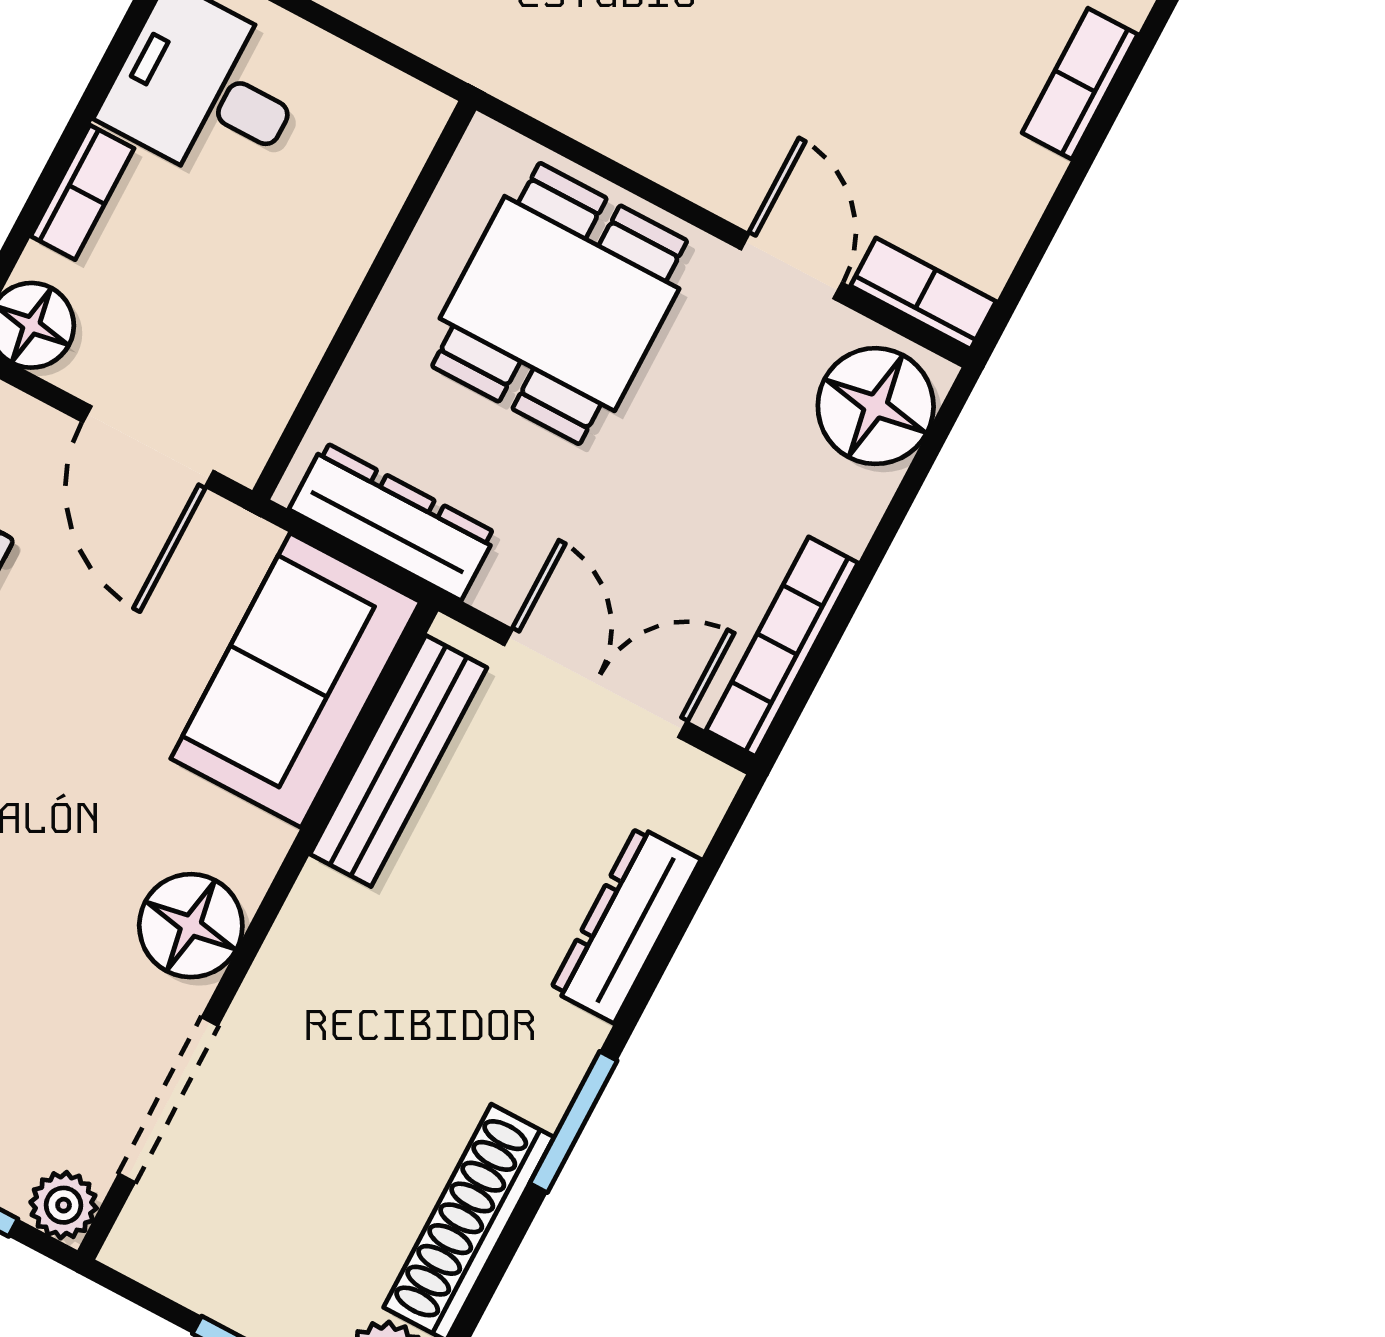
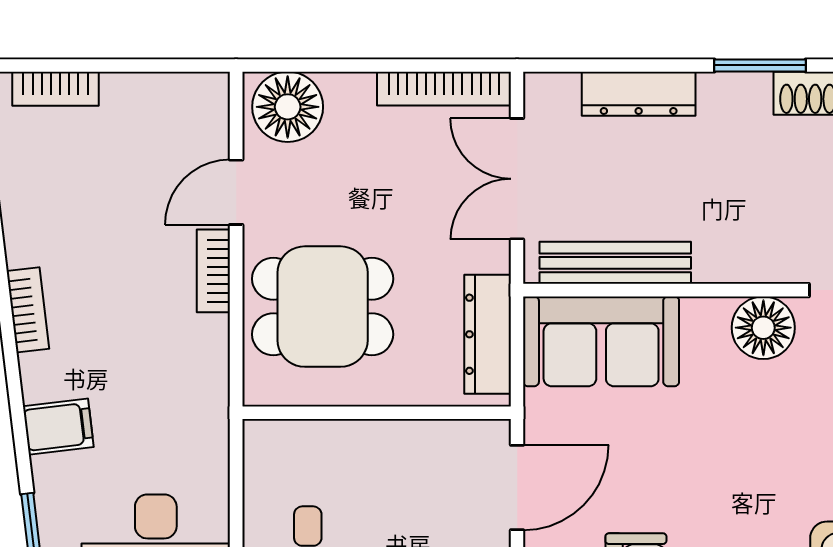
bookcase: (923, 294) -> (213, 271), moved

